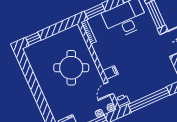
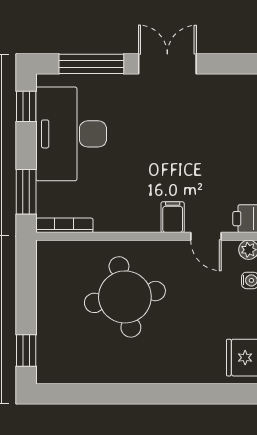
round table: (71, 68) -> (125, 297), turned -35

